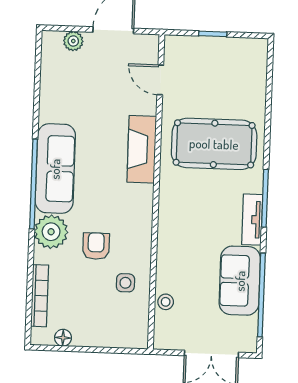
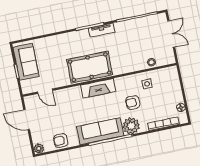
plant: (73, 41) -> (39, 149), moved
door: (160, 80) -> (45, 91), hinge flipped
armchair: (56, 87) -> (61, 141), added
pool table: (214, 144) -> (90, 67), moved, turned 90
fireplace: (142, 149) -> (98, 88), moved
sofa: (240, 281) -> (26, 62), moved, turned -90

